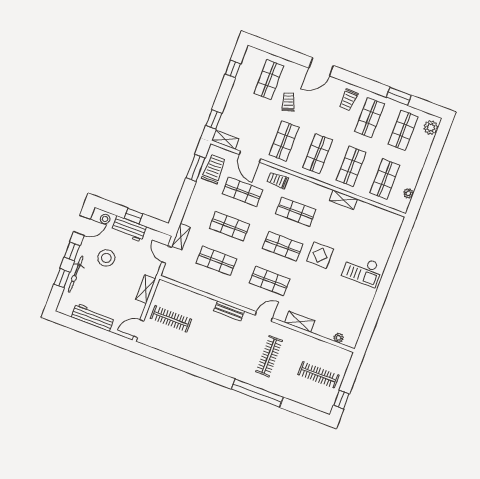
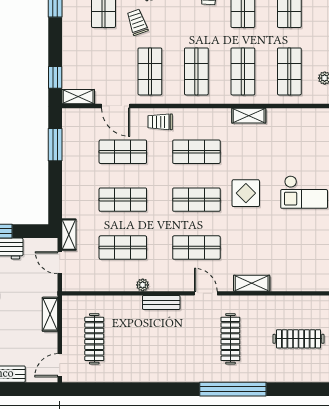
trolley: (214, 169) -> (78, 138), removed
door: (264, 316) -> (206, 293), hinge flipped
clothes rail: (171, 319) -> (94, 339), turned 90
plant: (339, 338) -> (143, 285), moved

